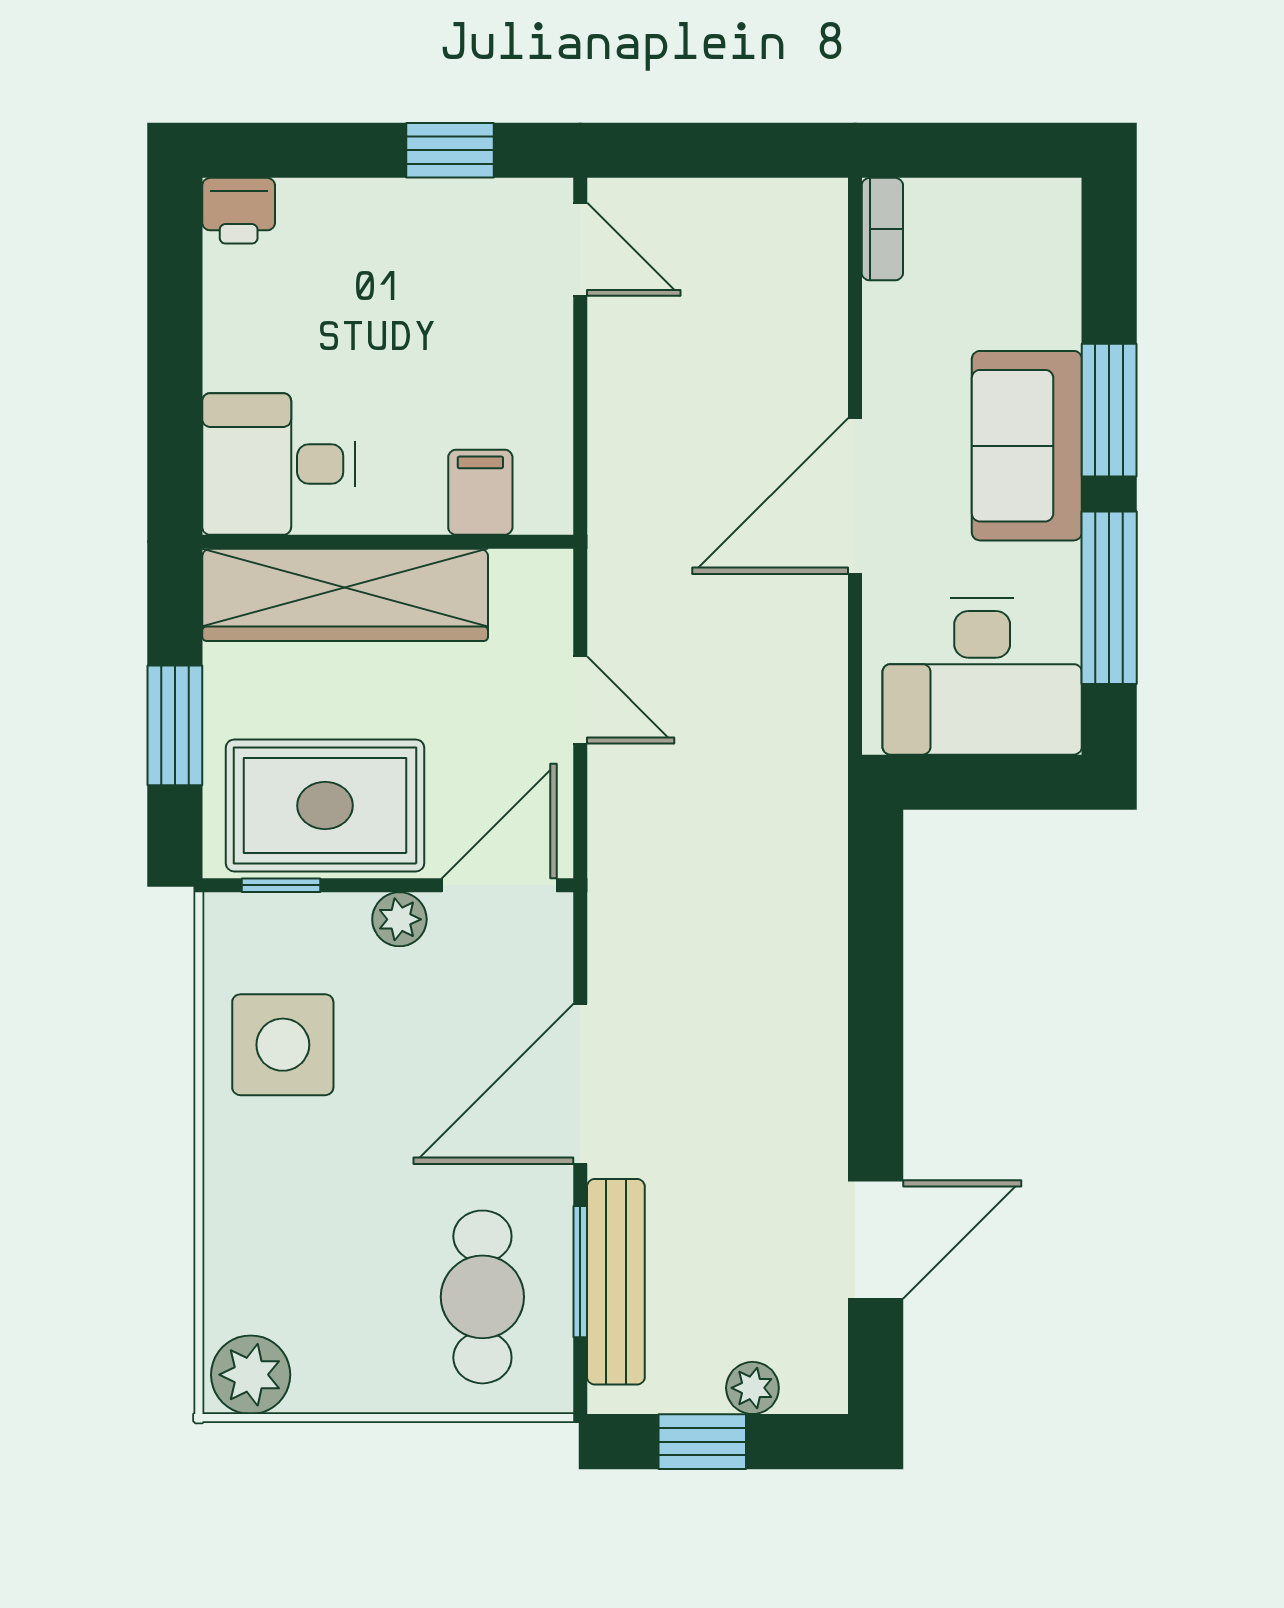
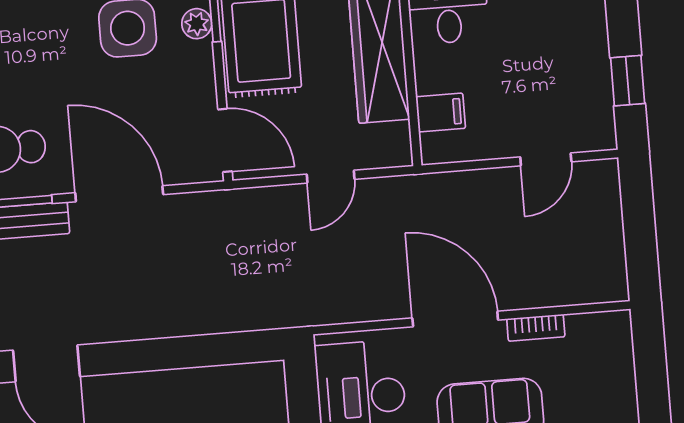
bookcase: (882, 229) -> (536, 328), moved
door: (580, 249) -> (546, 159), moved
plant: (399, 919) -> (197, 24), moved

